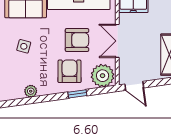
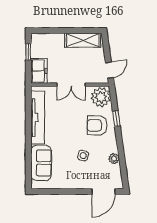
armchair: (77, 40) -> (70, 119), removed
side table: (24, 46) -> (83, 156), moved

